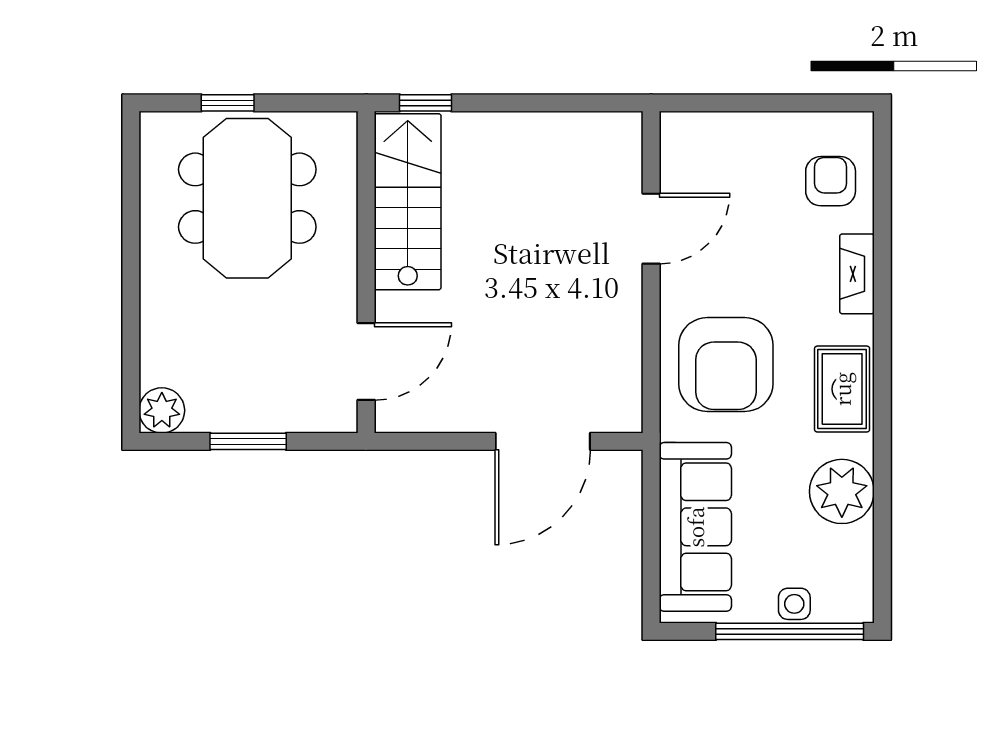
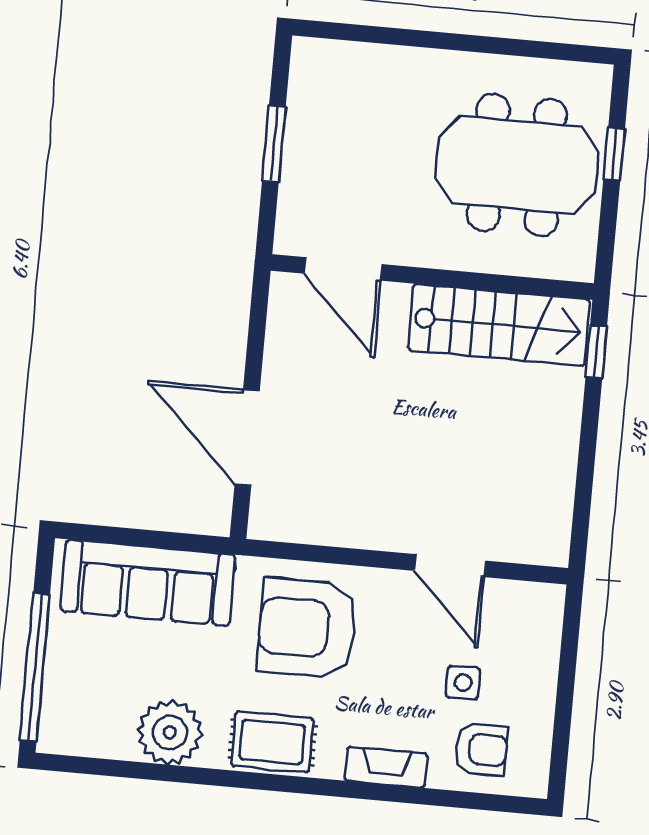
plant: (162, 410) -> (313, 60), removed
side table: (794, 604) -> (463, 683), moved

